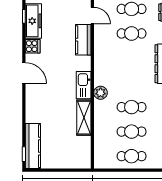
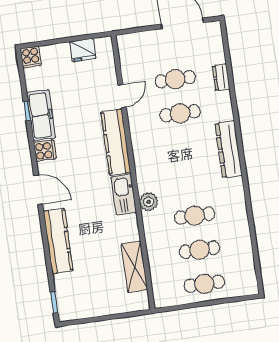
door: (92, 15) -> (122, 96), hinge flipped
kitchen counter: (83, 40) -> (116, 142), width x1.50
shelving: (84, 118) -> (134, 267), moved
kitchen counter: (33, 146) -> (58, 241), moved

